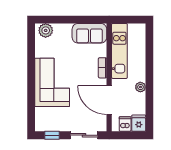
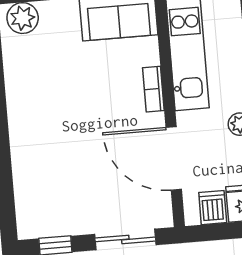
corner sofa: (52, 82) -> (46, 130), removed

